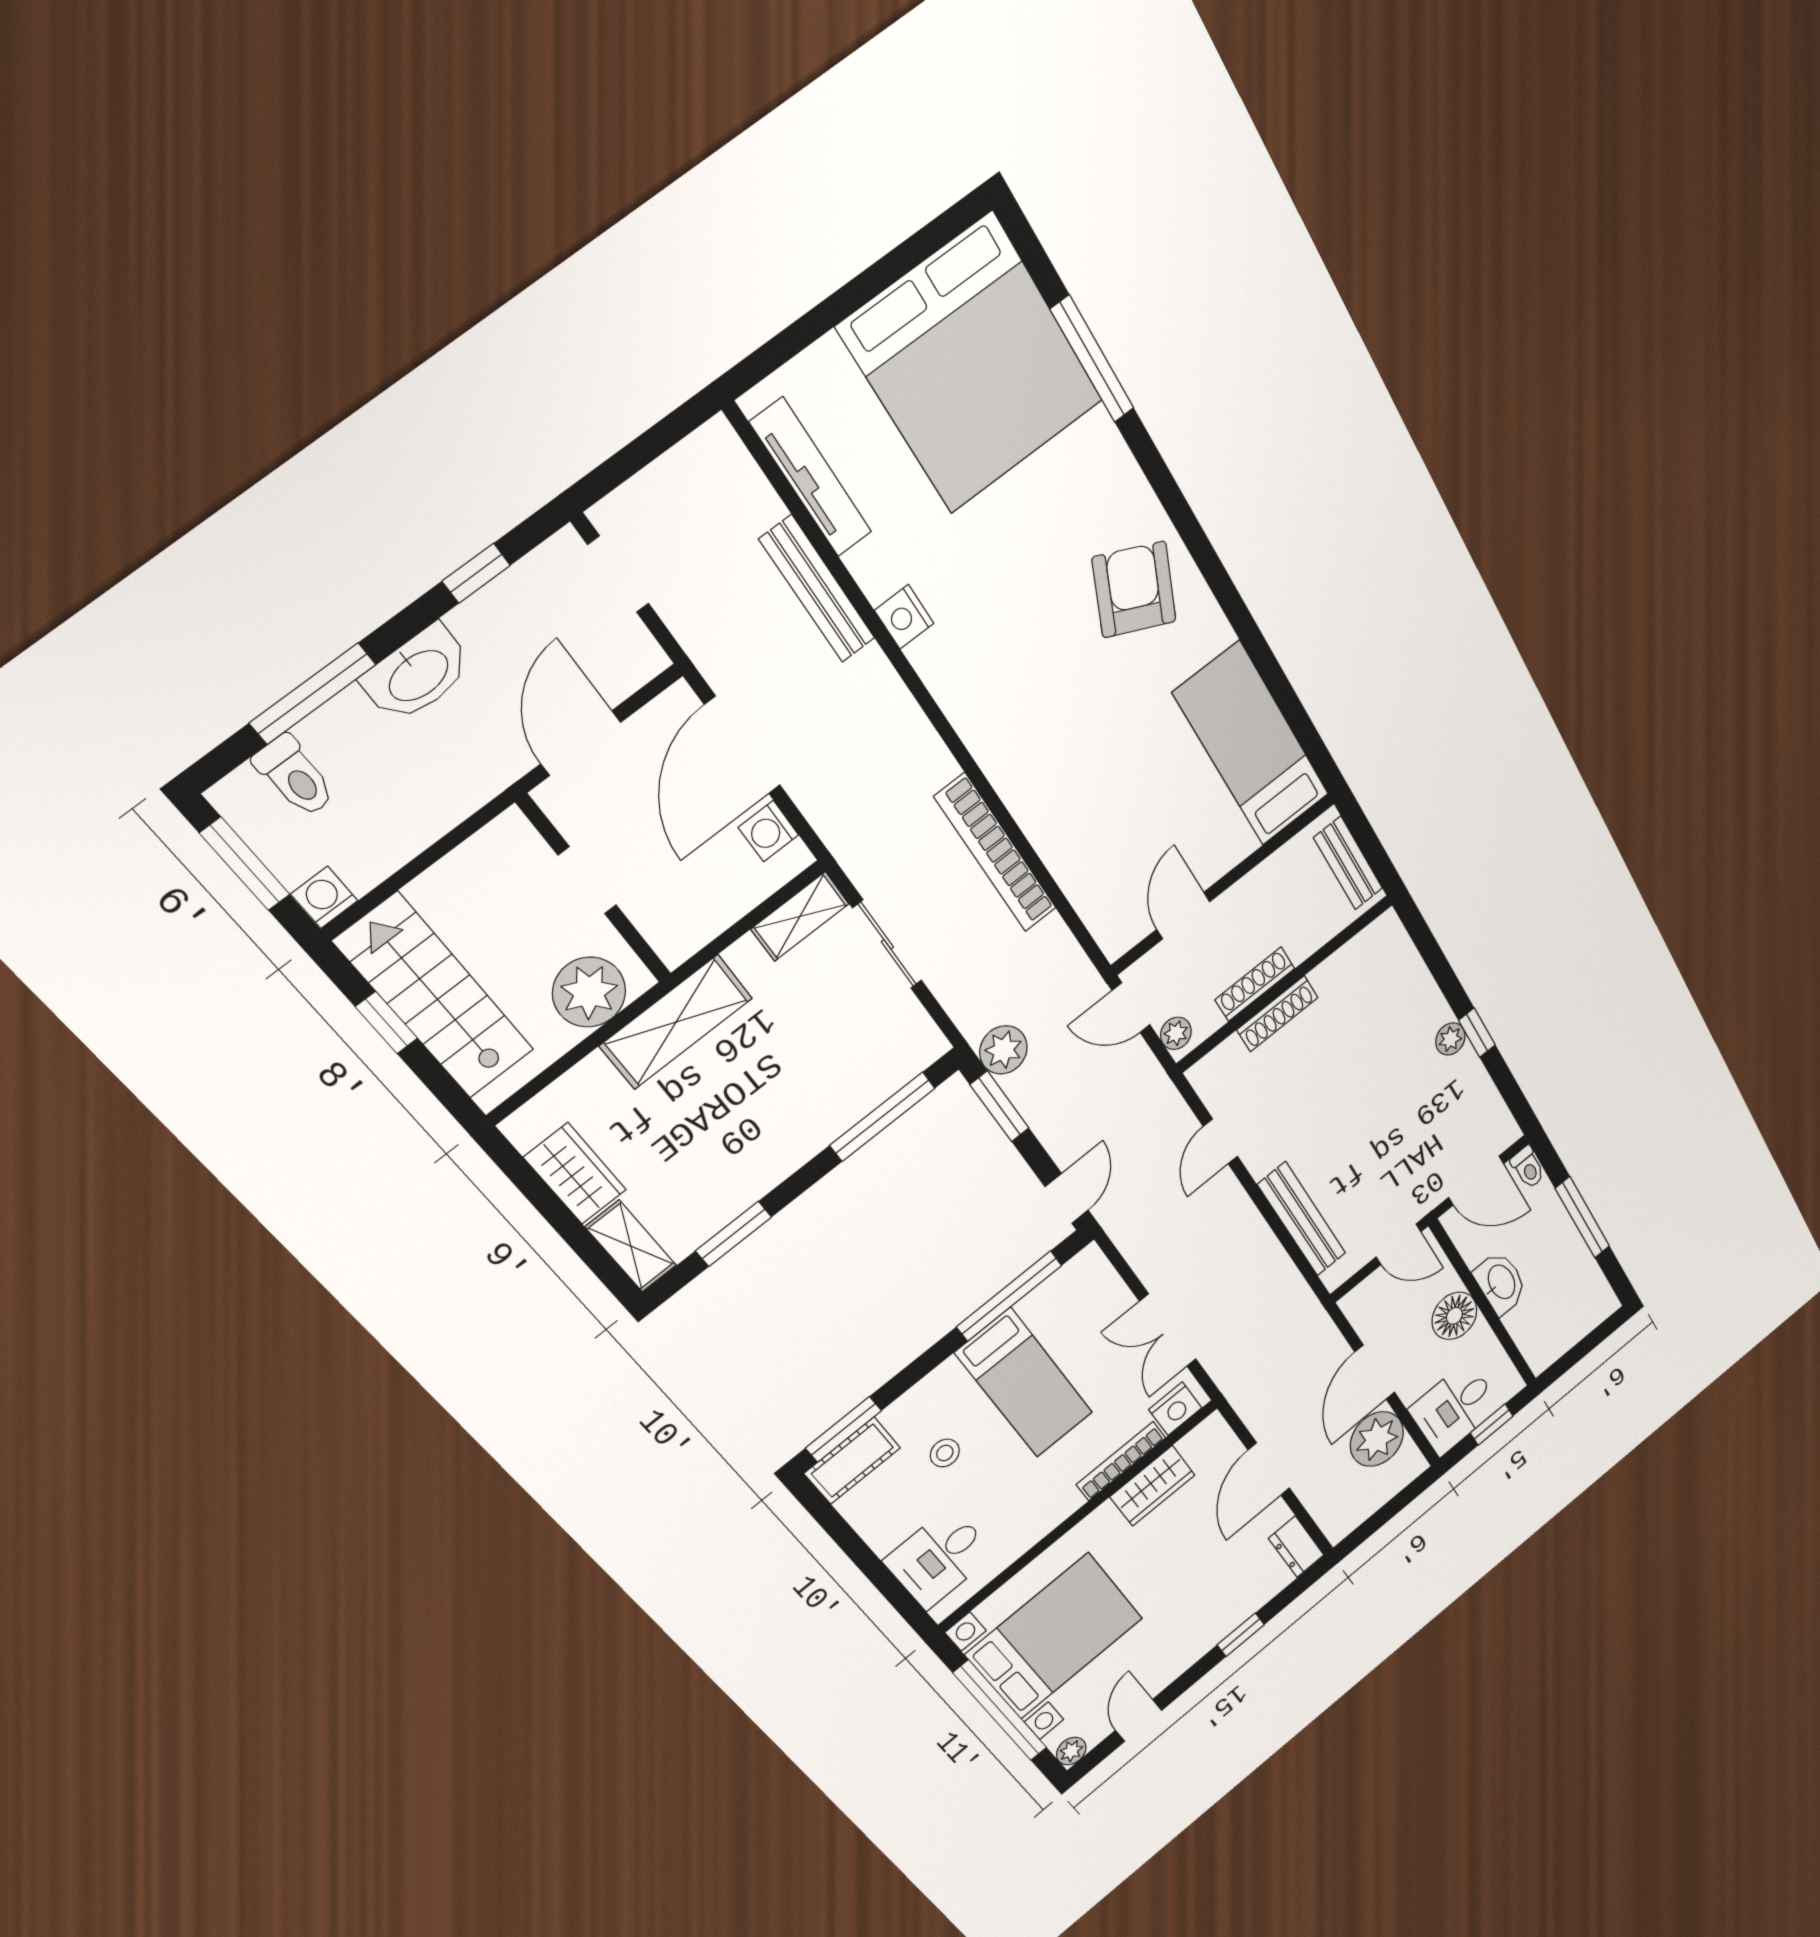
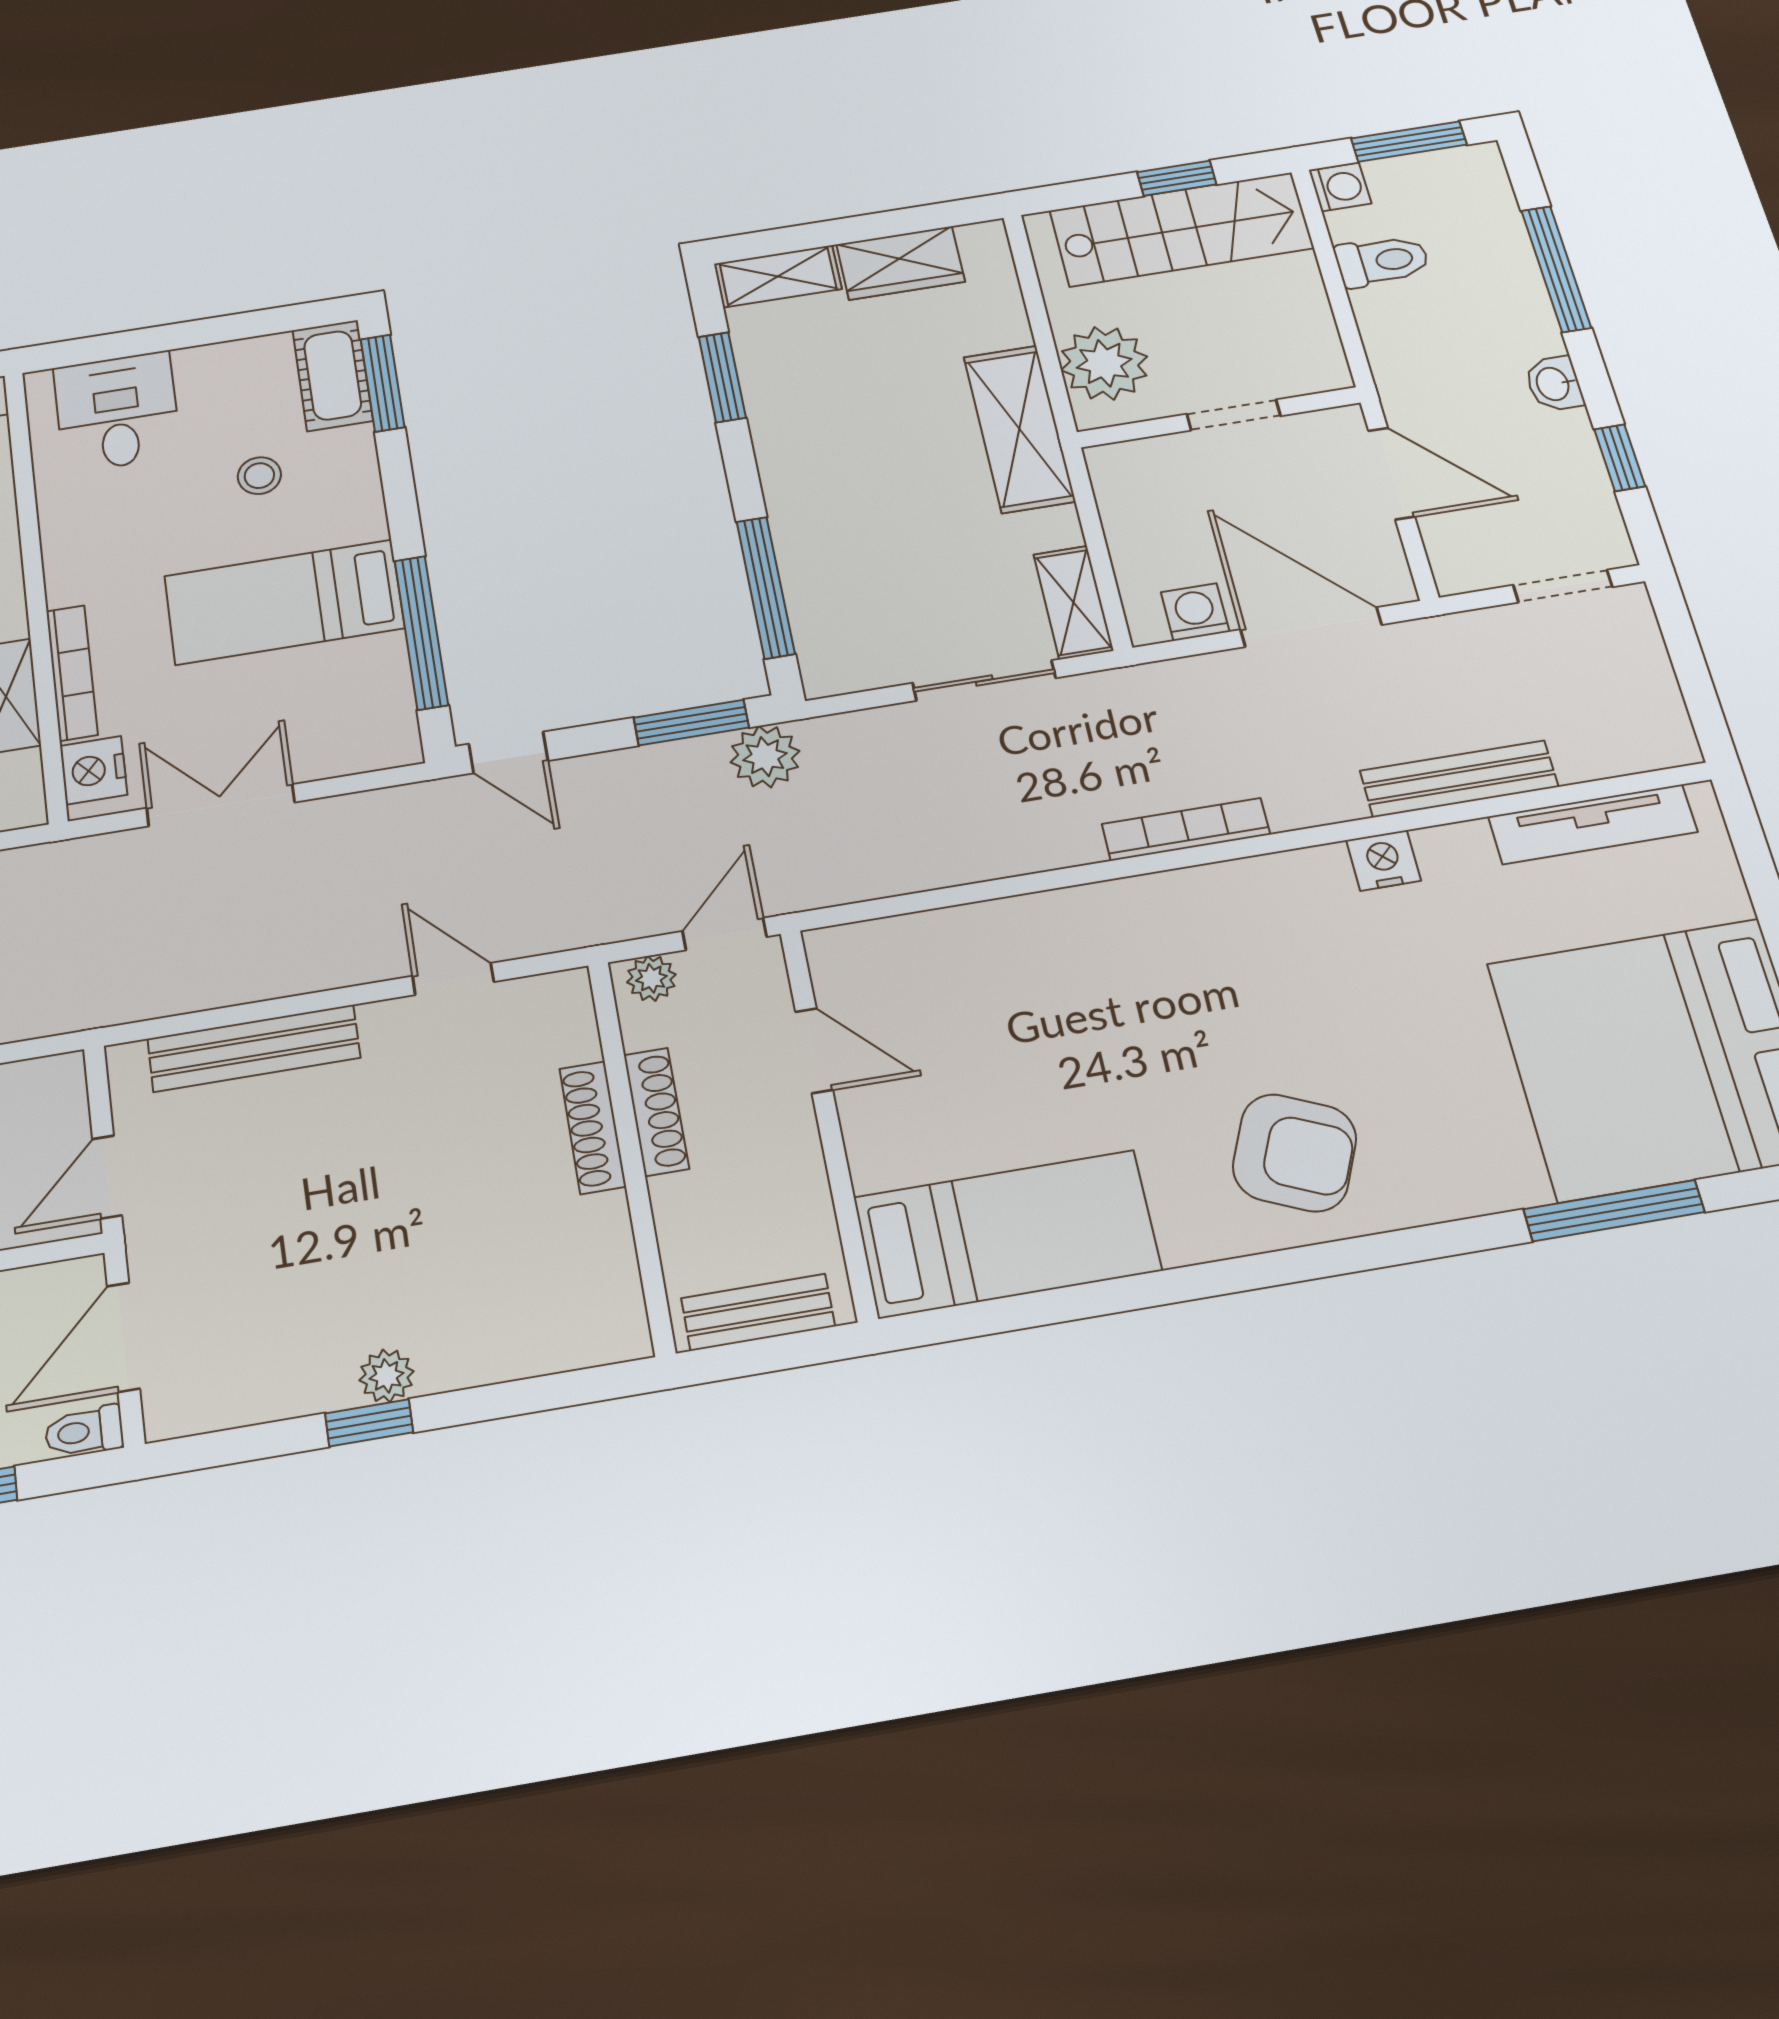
washbasin: (417, 674) -> (1554, 384), width x0.52, depth x0.69
toilet: (295, 776) -> (1382, 261), moved, turned 180
bookcase: (996, 853) -> (1186, 829), moved, width x0.68, depth x0.76

